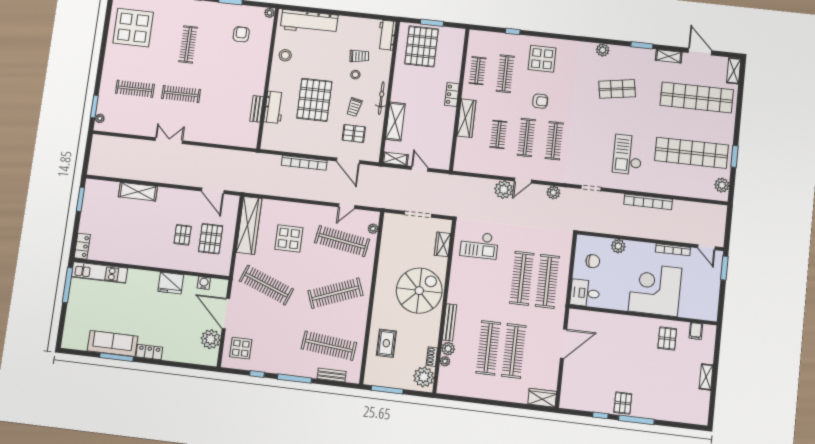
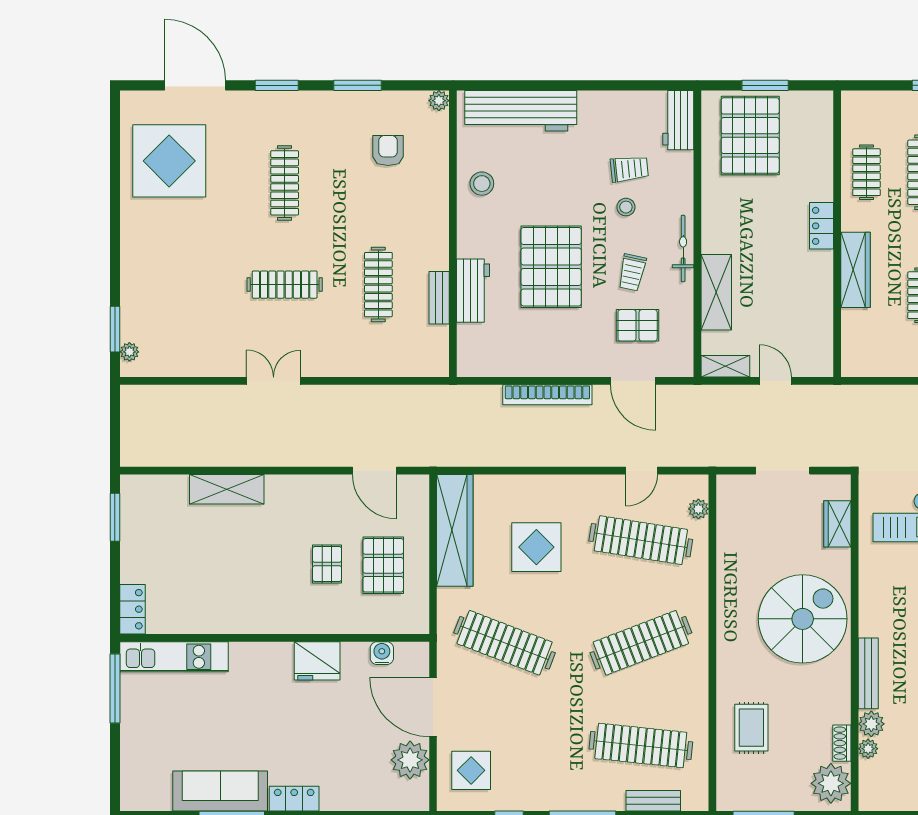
clothes rail: (135, 89) -> (378, 285), moved, turned 90

